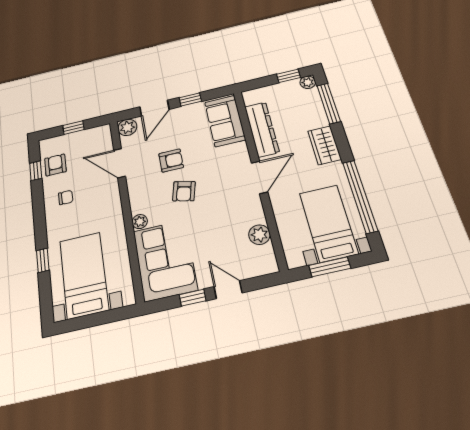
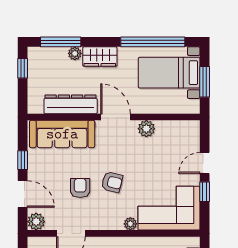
plant: (308, 82) -> (75, 53), moved
sofa: (225, 121) -> (62, 134), width x1.36
plant: (259, 235) -> (146, 129), moved

